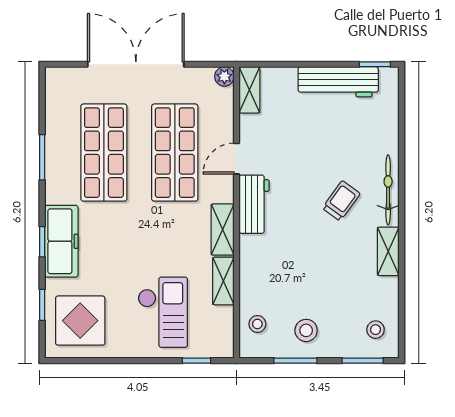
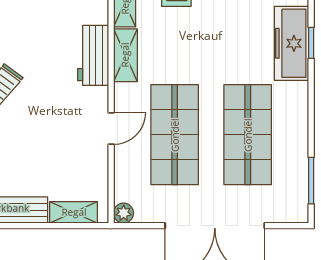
shelving: (249, 90) -> (74, 212), moved, turned 90
window: (42, 157) -> (311, 181), moved
workbench: (254, 204) -> (93, 55), moved

